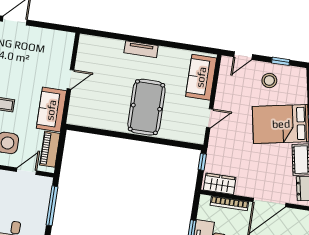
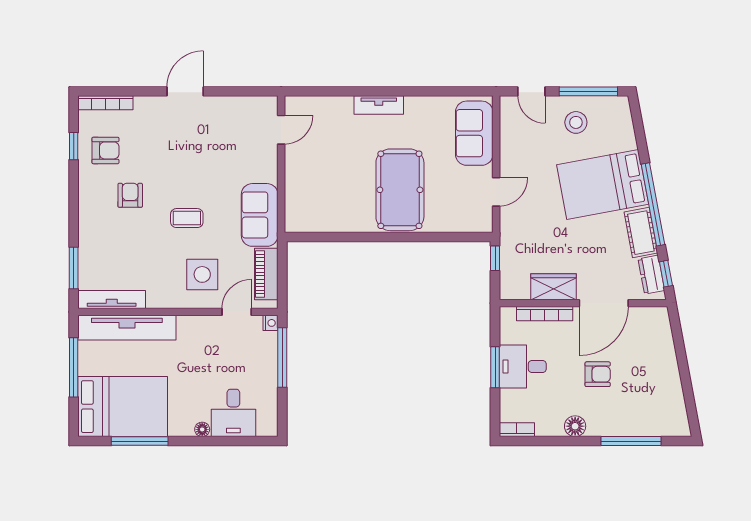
door: (243, 56) -> (531, 91), hinge flipped
window: (281, 61) -> (588, 91), width x2.17
door: (71, 79) -> (281, 130), moved
nightstand: (48, 182) -> (270, 323), added
wardrobe: (220, 184) -> (554, 287), moved

